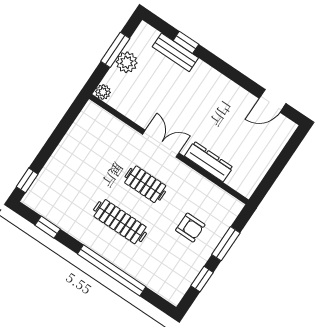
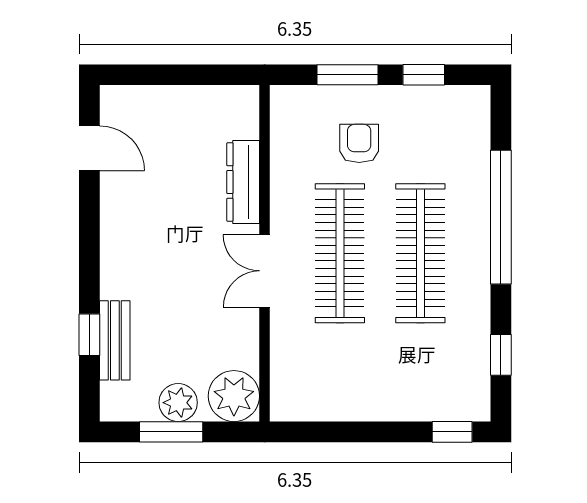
plant: (103, 92) -> (234, 396), width x1.88, depth x1.88
clothes rail: (145, 184) -> (340, 253), width x1.86, depth x1.31
clothes rail: (120, 222) -> (420, 253), width x1.37, depth x1.31

